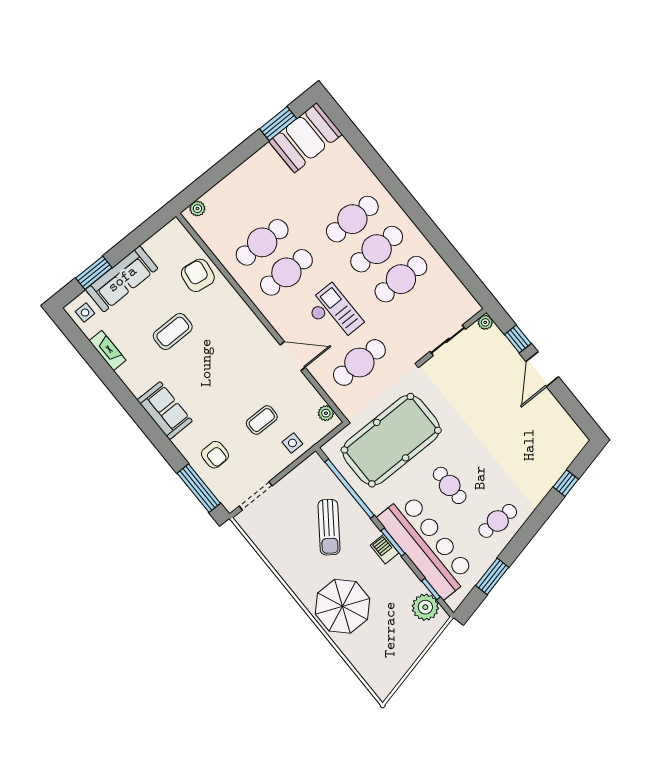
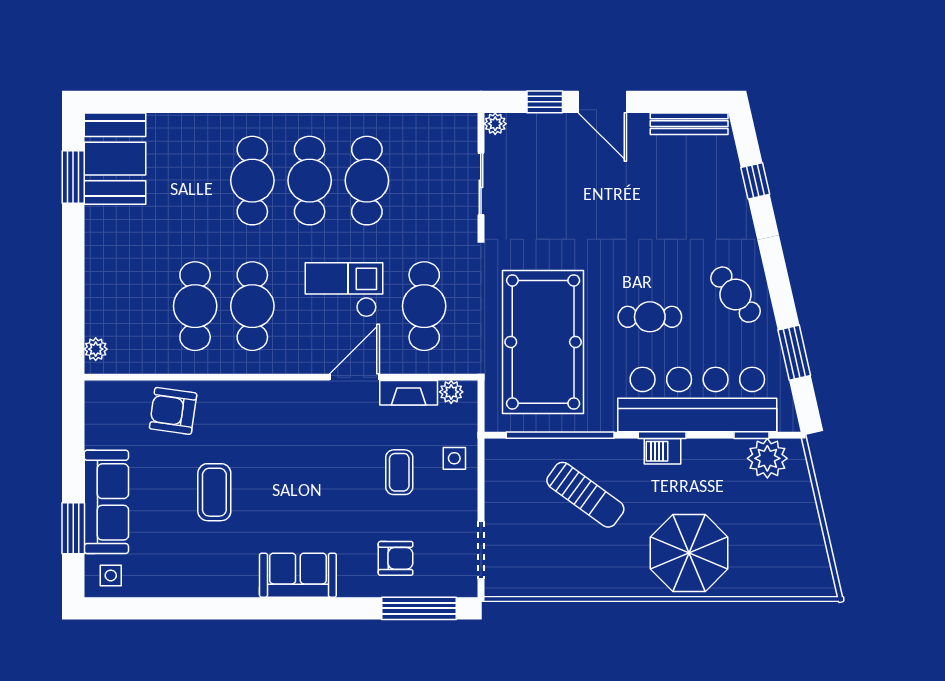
fireplace: (108, 351) -> (409, 393), moved, turned 180
bench: (568, 424) -> (689, 124), added
cafe table: (498, 521) -> (736, 295), turned -39

